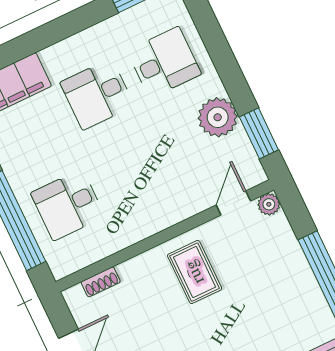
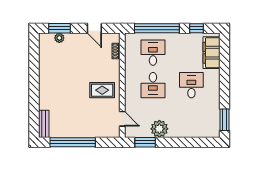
desk: (164, 62) -> (153, 85), moved
plant: (269, 204) -> (115, 133), removed

